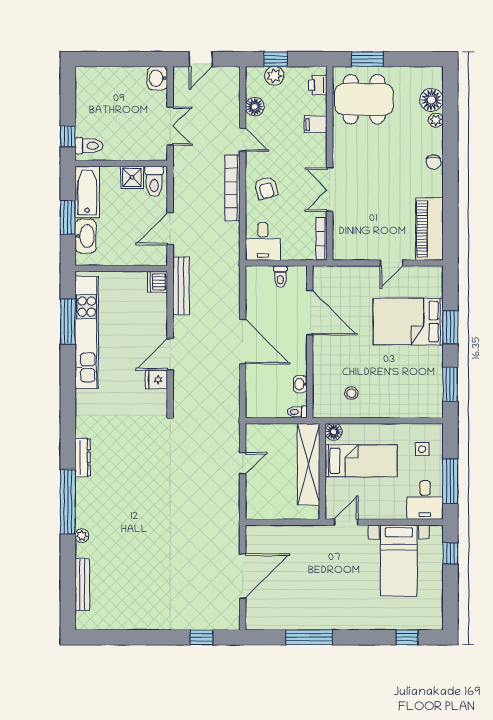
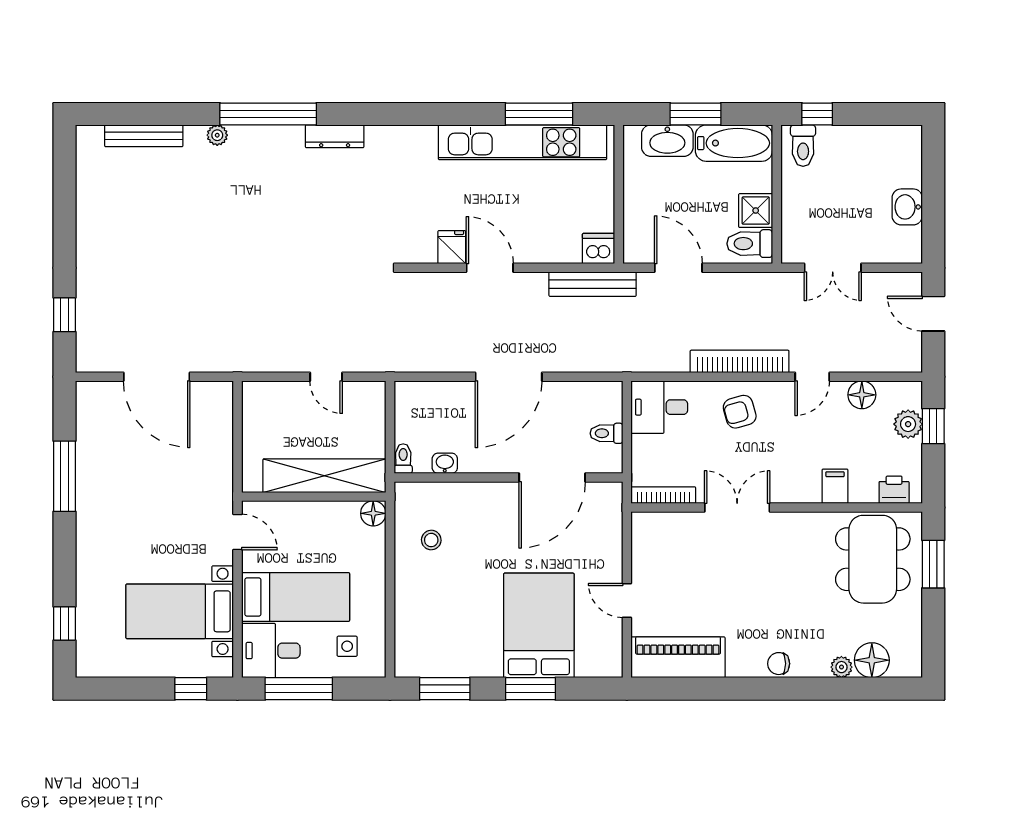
washbasin: (157, 78) -> (907, 207), moved, turned -90
bed: (361, 461) -> (296, 597), moved, turned -90

